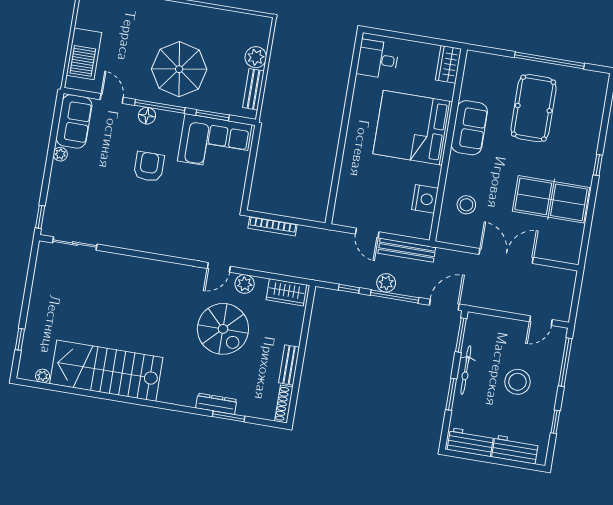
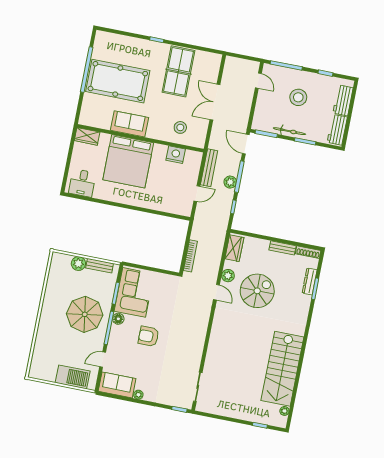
pool table: (534, 108) -> (118, 81), width x1.36, depth x1.32
floor lamp: (147, 116) -> (118, 319), moved
dresser: (216, 404) -> (310, 281), moved

